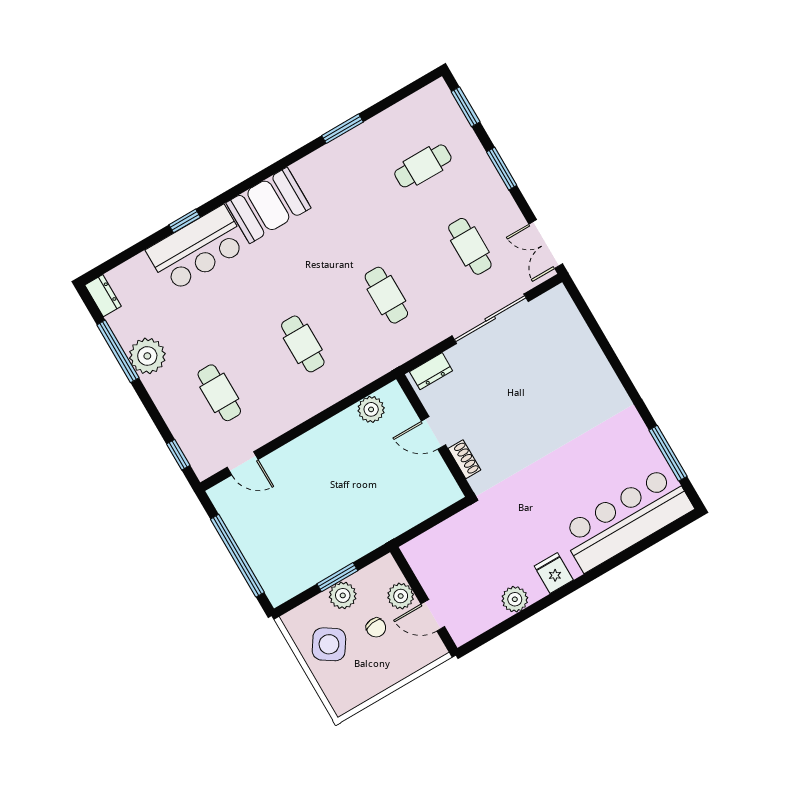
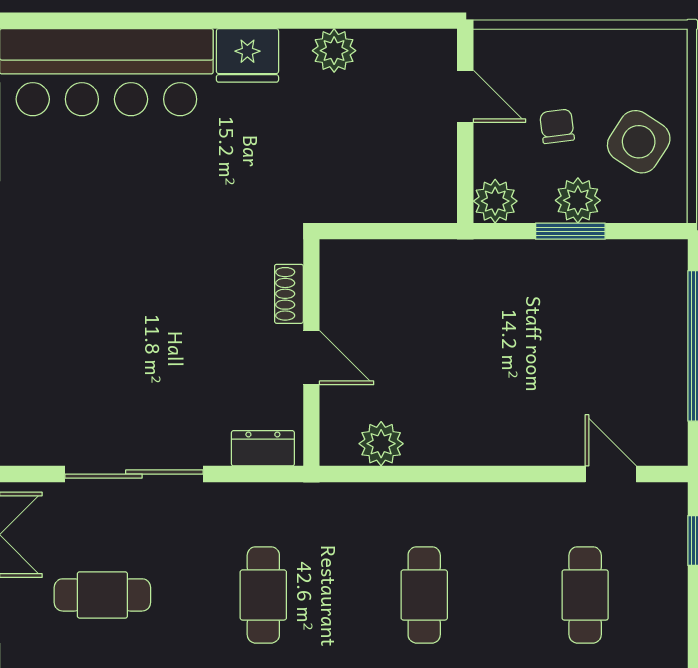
cafe table: (470, 246) -> (102, 595), turned 90
fridge: (554, 573) -> (247, 55), width x1.38
plant: (401, 596) -> (495, 201), moved

